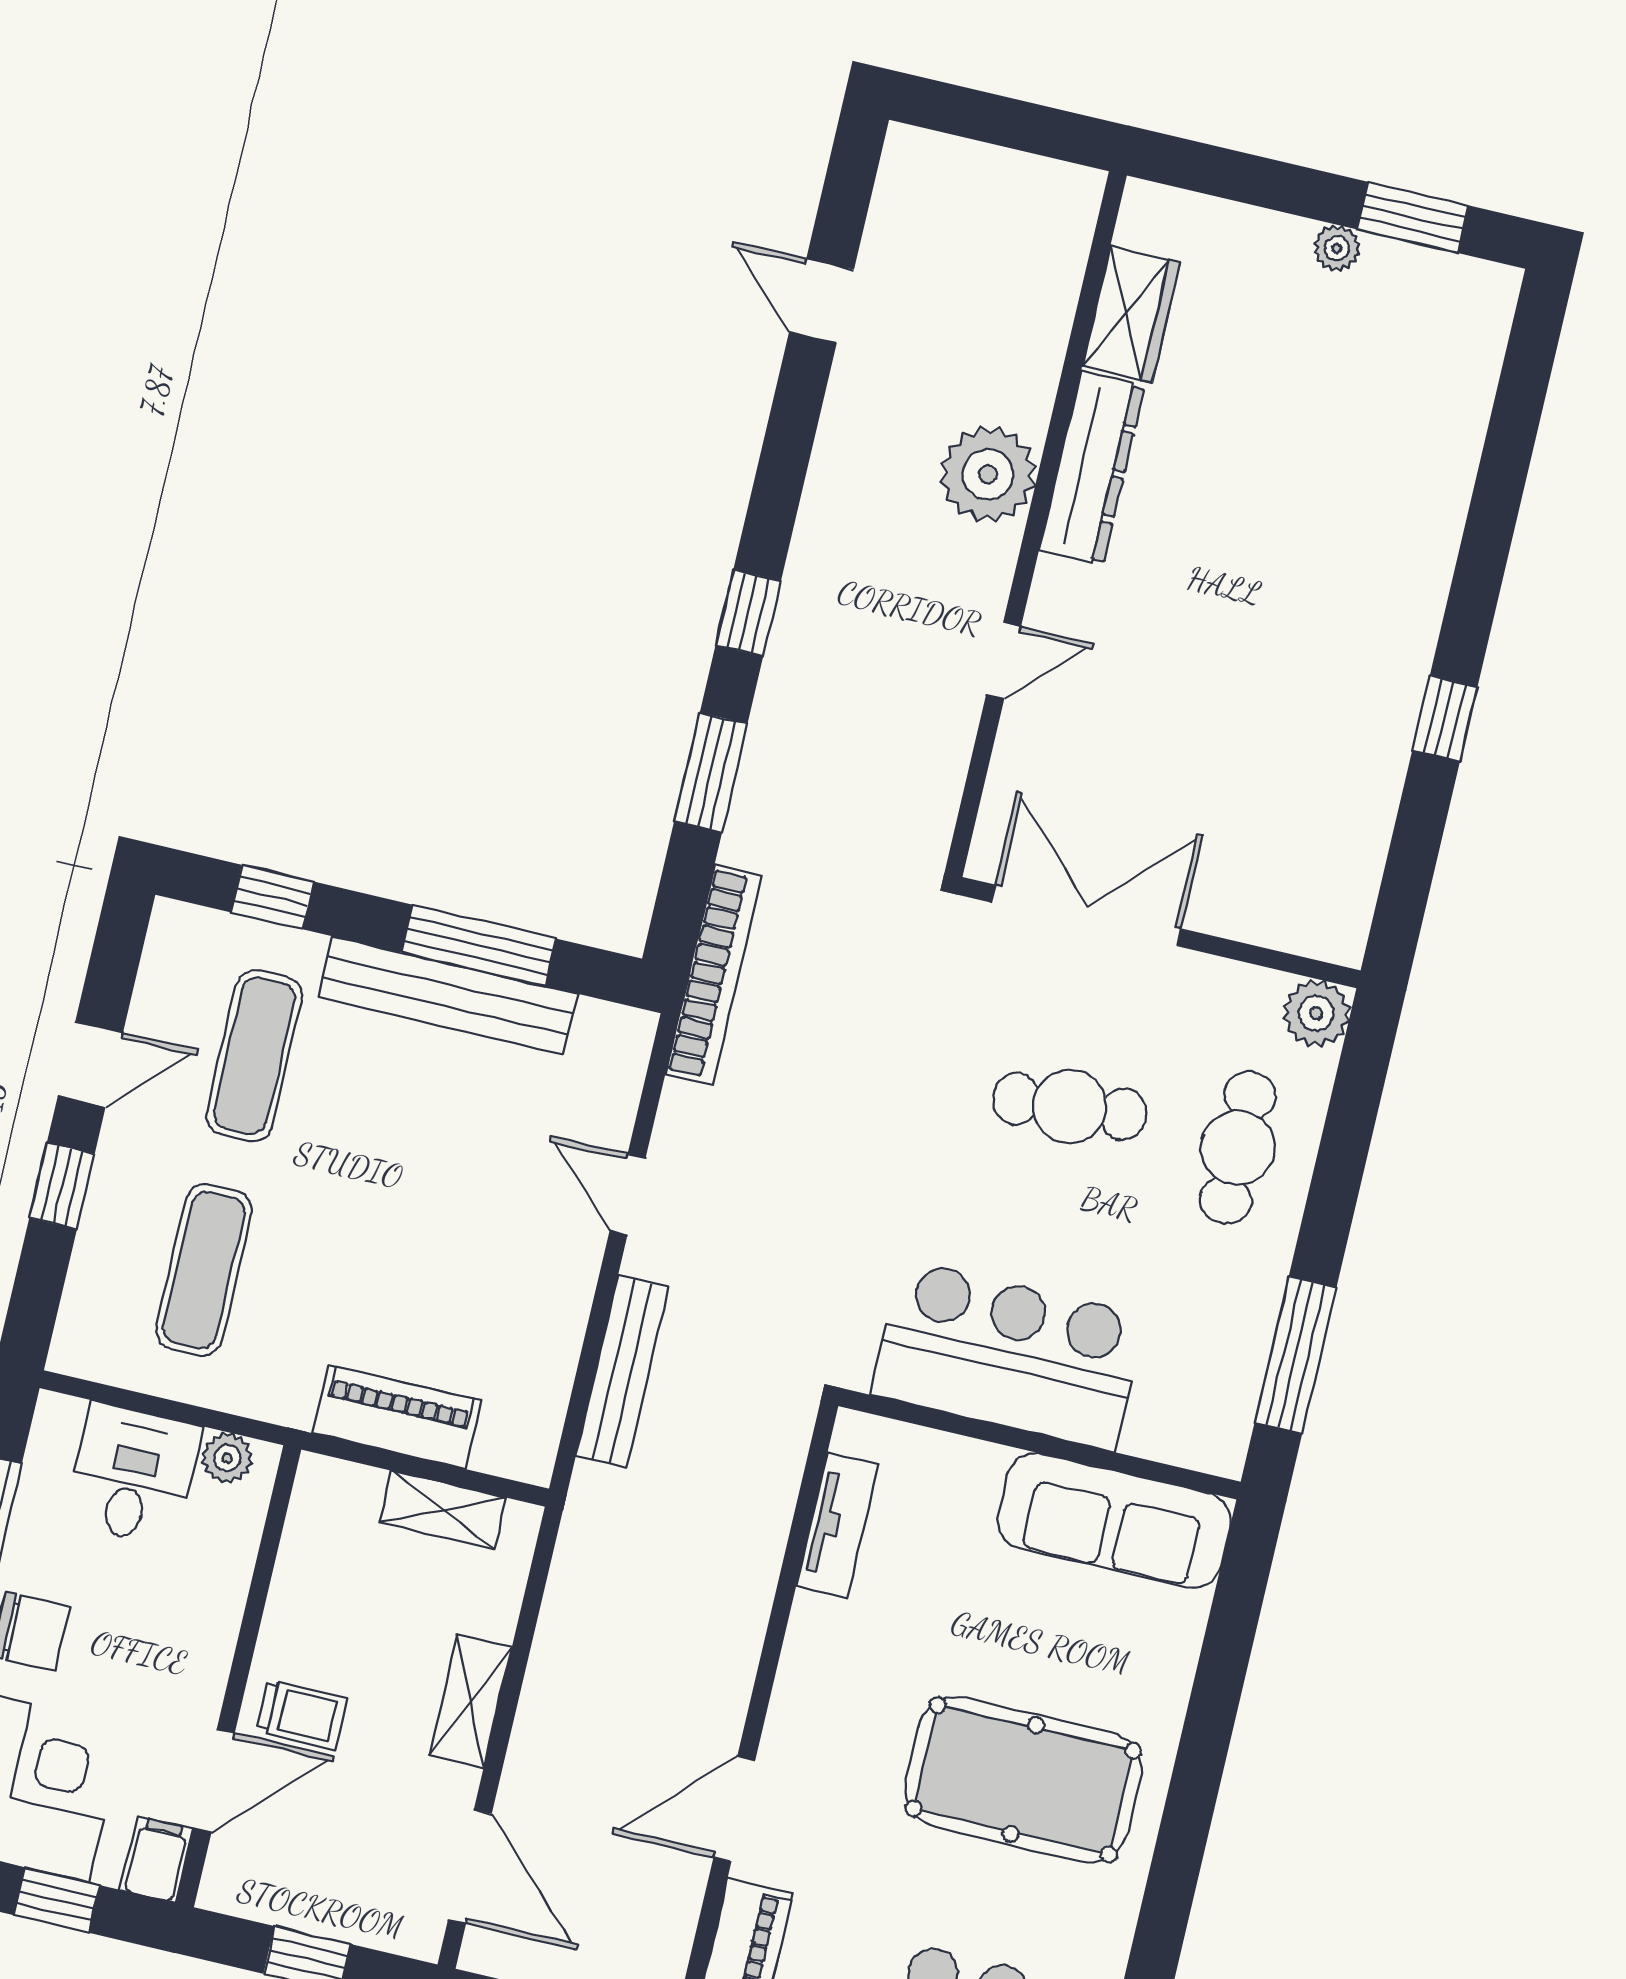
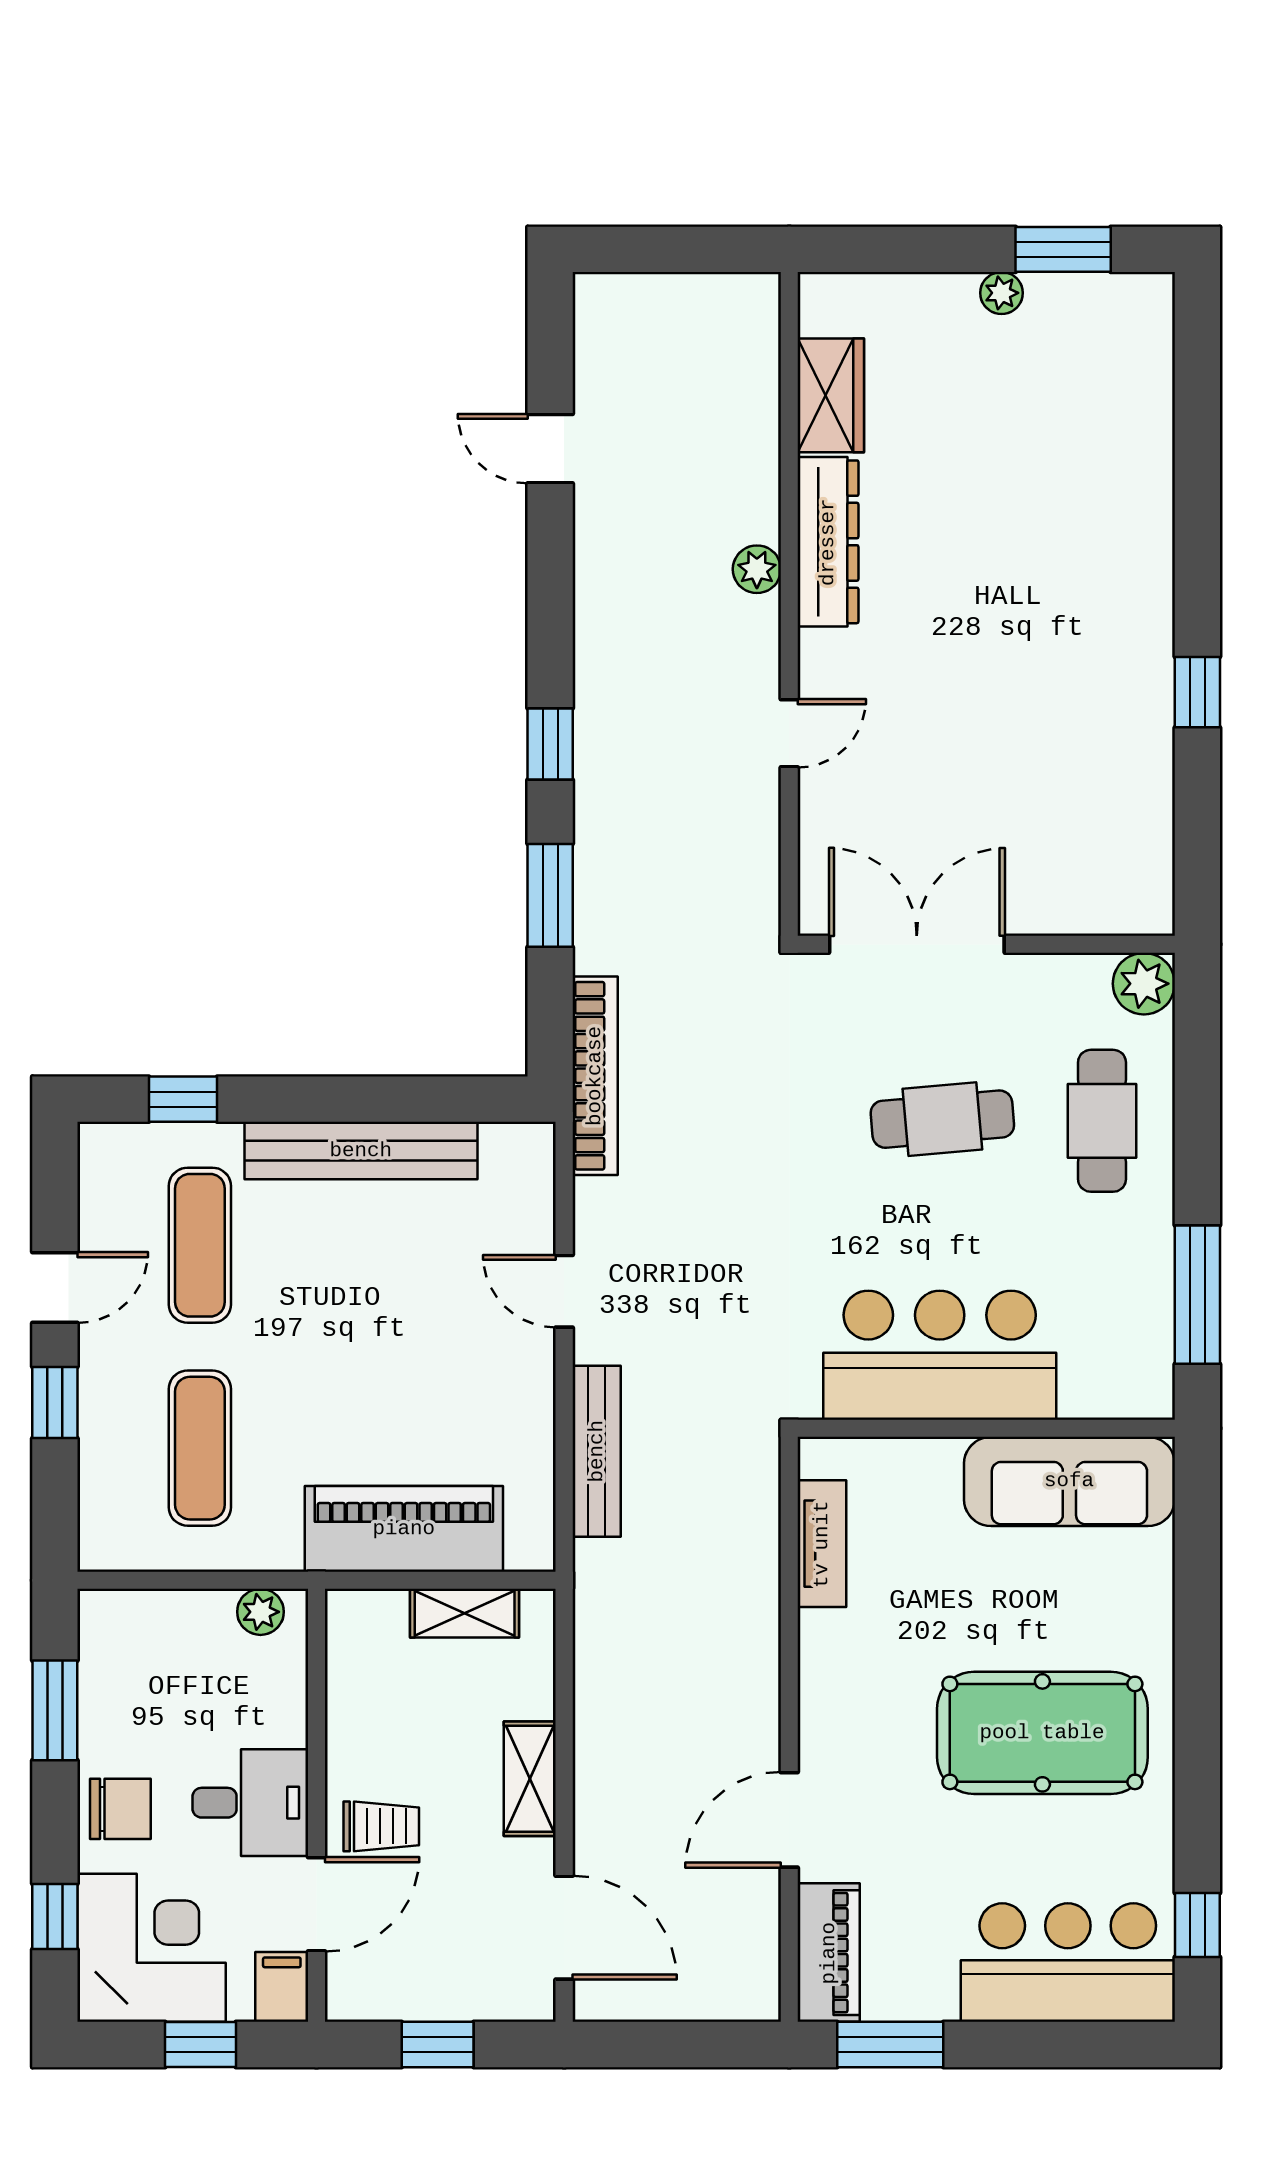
plant: (988, 474) -> (757, 569), width x0.53, depth x0.53
window: (479, 945) -> (378, 1099), removed
piano: (397, 1417) -> (404, 1529), width x1.37, depth x1.33
desk: (133, 1474) -> (250, 1803), moved, turned 90

